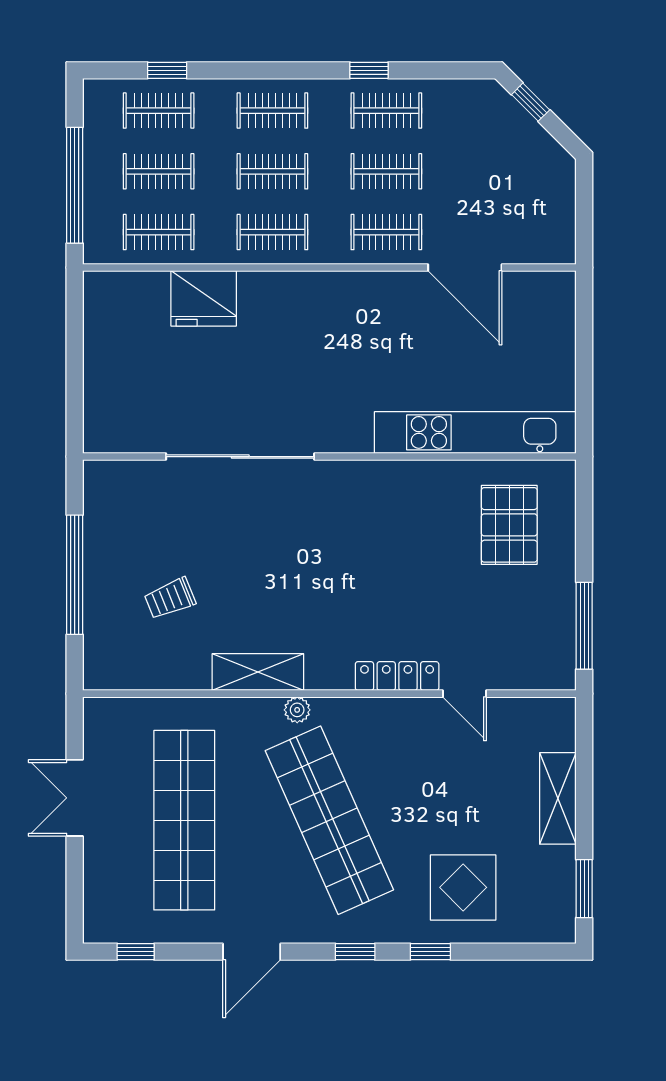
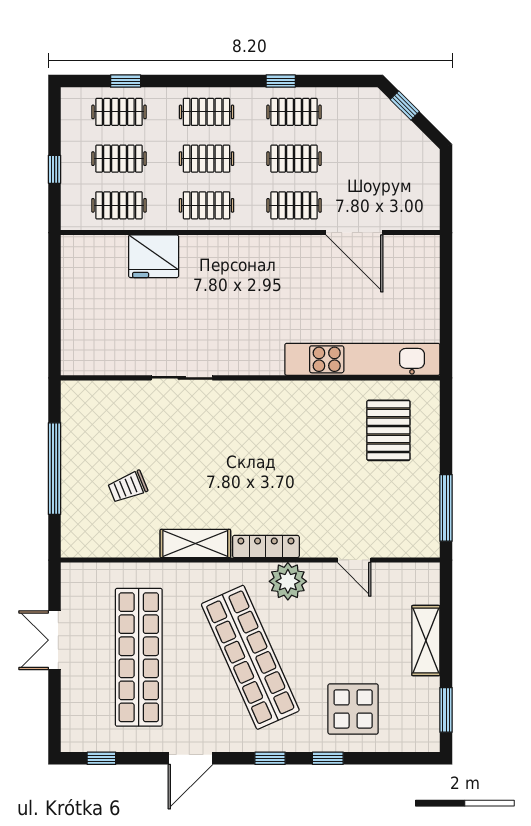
window: (75, 185) -> (55, 169), width x0.32
sliding door: (240, 457) -> (182, 378), width x0.54
locker: (397, 676) -> (266, 546), moved
plant: (297, 710) -> (288, 581), moved, width x1.88, depth x1.88

